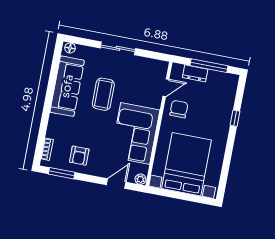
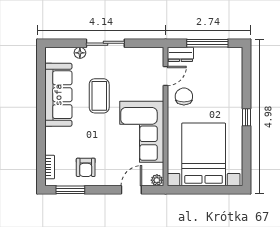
floor lamp: (70, 48) -> (80, 53), moved
dresser: (195, 73) -> (180, 54), moved
window: (235, 118) -> (247, 117), moved

